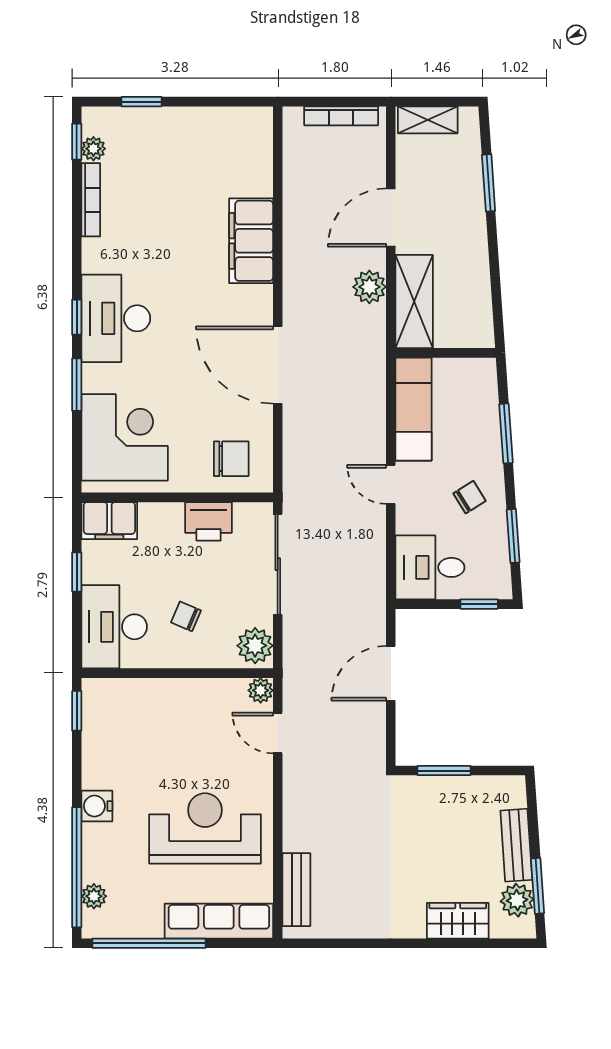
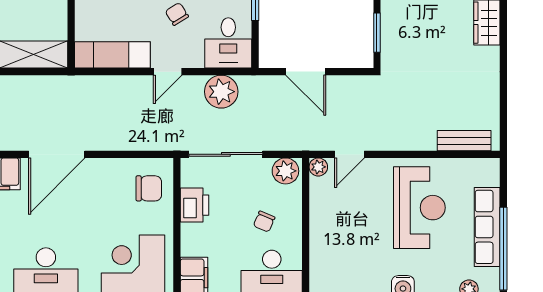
plant: (369, 287) -> (221, 92), moved, width x1.36, depth x1.36
door: (278, 365) -> (57, 154), moved
chair: (231, 459) -> (149, 188), turned 90
reception desk: (205, 828) -> (419, 208), turned 180
row of seats: (219, 921) -> (487, 227), moved

